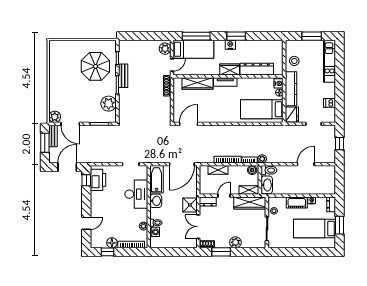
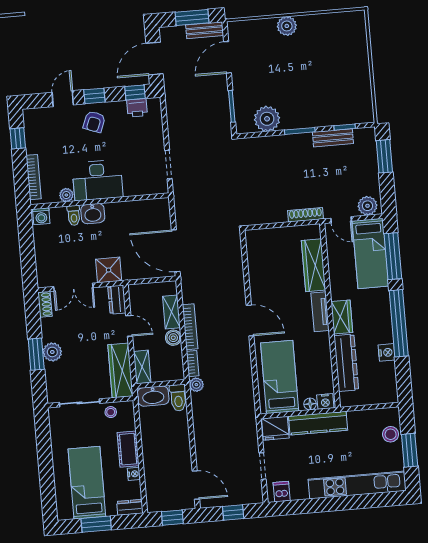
window: (137, 36) -> (384, 156), added
window: (236, 36) -> (399, 323), width x2.11
nightstand: (230, 45) -> (387, 352), moved
stool: (294, 61) -> (391, 434), moved
kitchen unit: (330, 61) -> (357, 485), width x1.36
parasol: (95, 66) -> (328, 91), removed
bench: (123, 76) -> (333, 138), moved
dishwasher: (330, 103) -> (282, 492), moved
plant: (55, 117) -> (287, 26), moved
door: (189, 124) -> (250, 320), moved
door: (306, 164) -> (196, 485), moved
door: (67, 167) -> (154, 59), swing flipped
boiler: (252, 170) -> (173, 338), moved
bathtub: (156, 179) -> (147, 210), removed
printer: (98, 180) -> (137, 108), width x0.53, depth x0.68
window: (339, 180) -> (172, 518), added
desk: (136, 194) -> (98, 180), moved
washbasin: (156, 201) -> (93, 214), moved
window: (86, 204) -> (94, 96), added
armchair: (102, 206) -> (94, 122), added
door: (86, 223) -> (63, 99), swing flipped
double door: (198, 227) -> (73, 287), swing flipped
washing machine: (155, 232) -> (41, 216), moved
floor lamp: (112, 243) -> (34, 145), removed
window: (221, 252) -> (36, 354), moved

